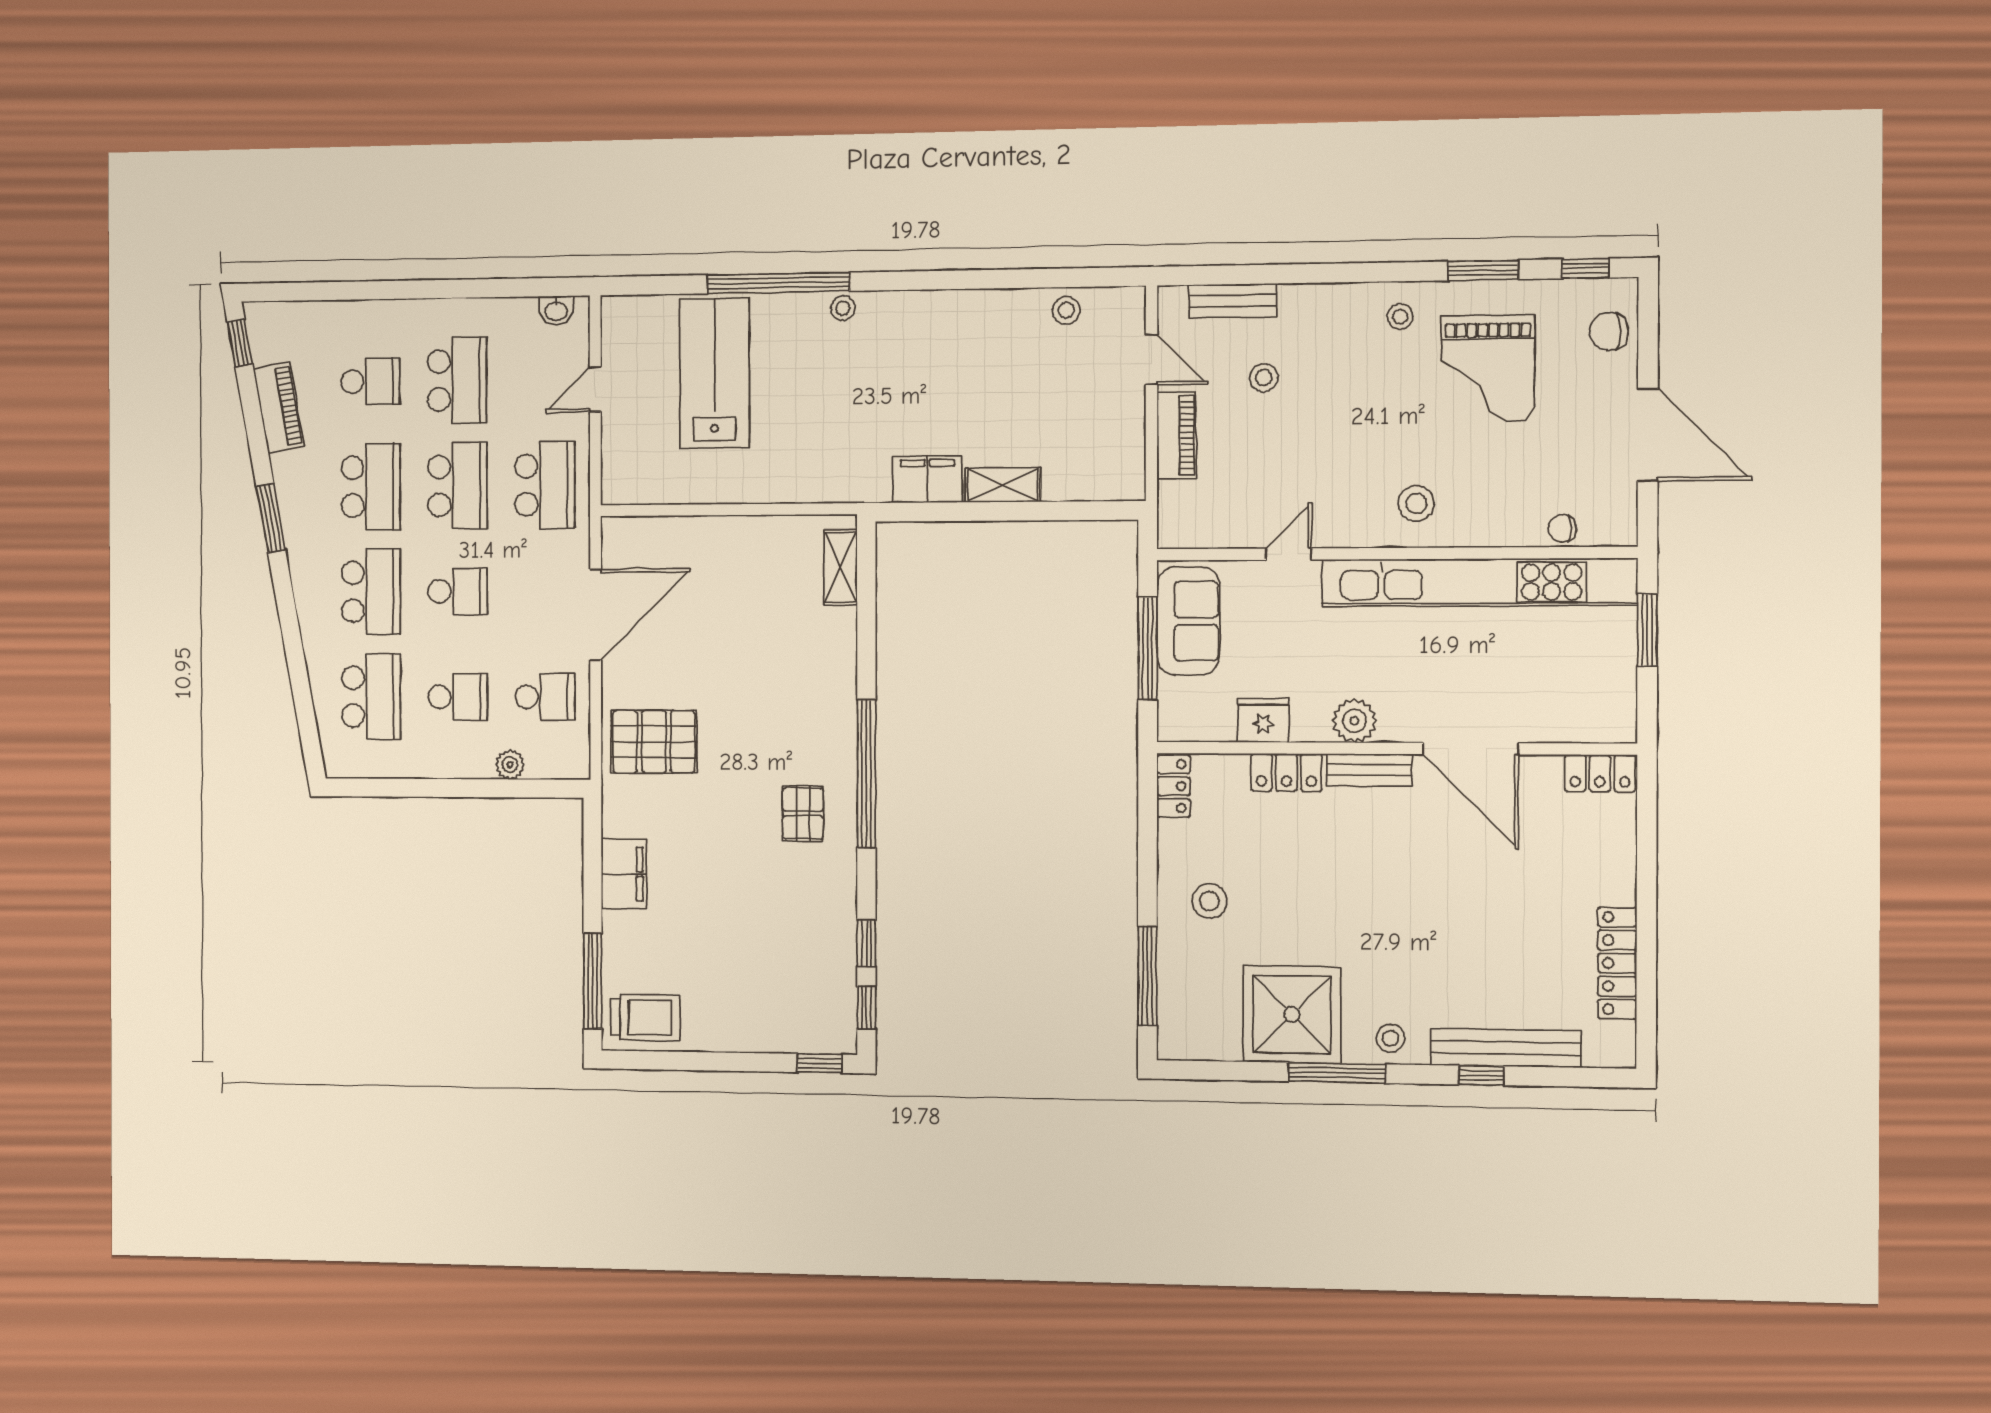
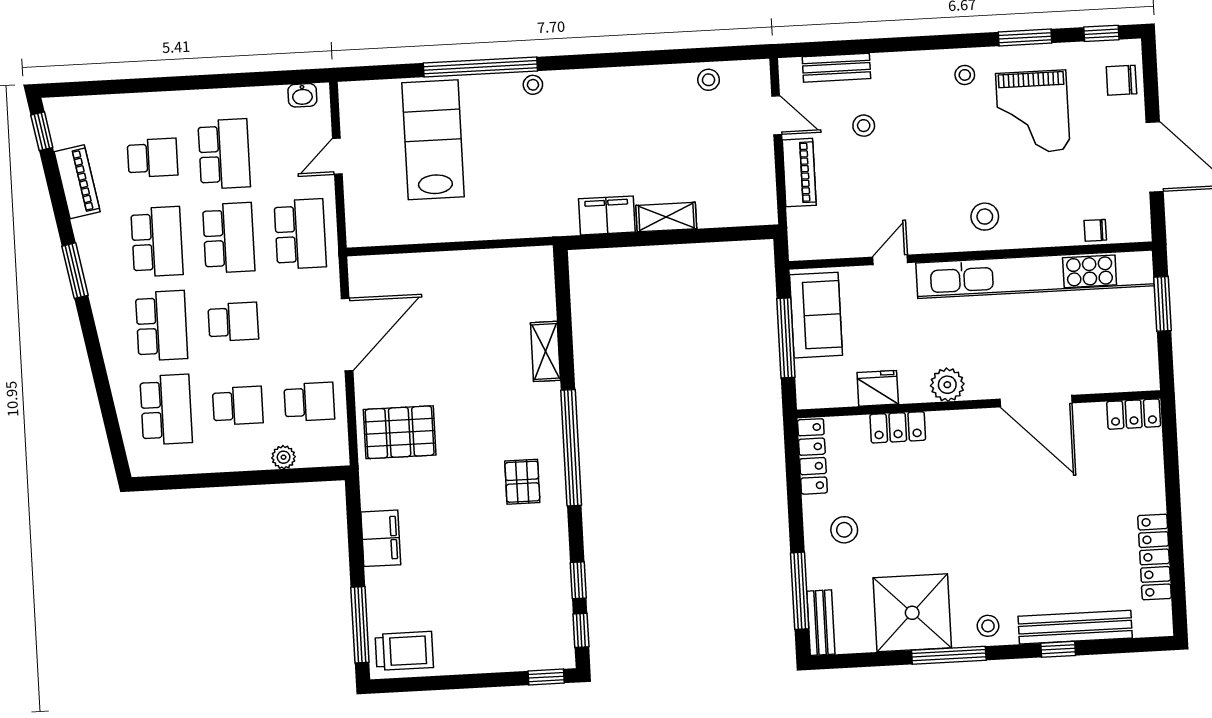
shelving: (841, 567) -> (545, 351), moved
bench: (1369, 770) -> (821, 623), moved, turned 90
locker: (1173, 786) -> (812, 456), width x1.53

